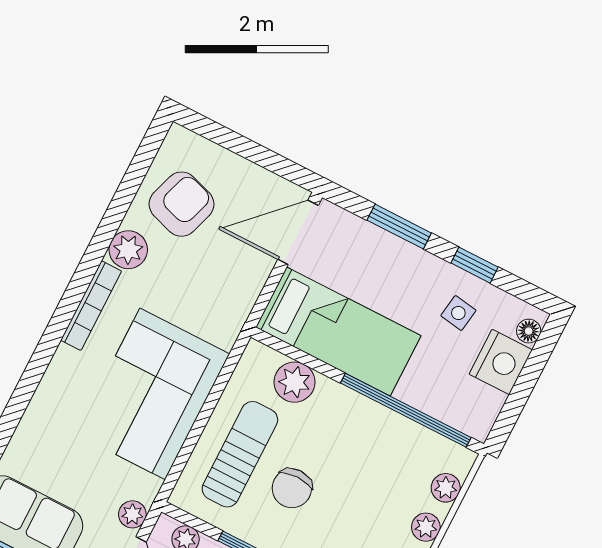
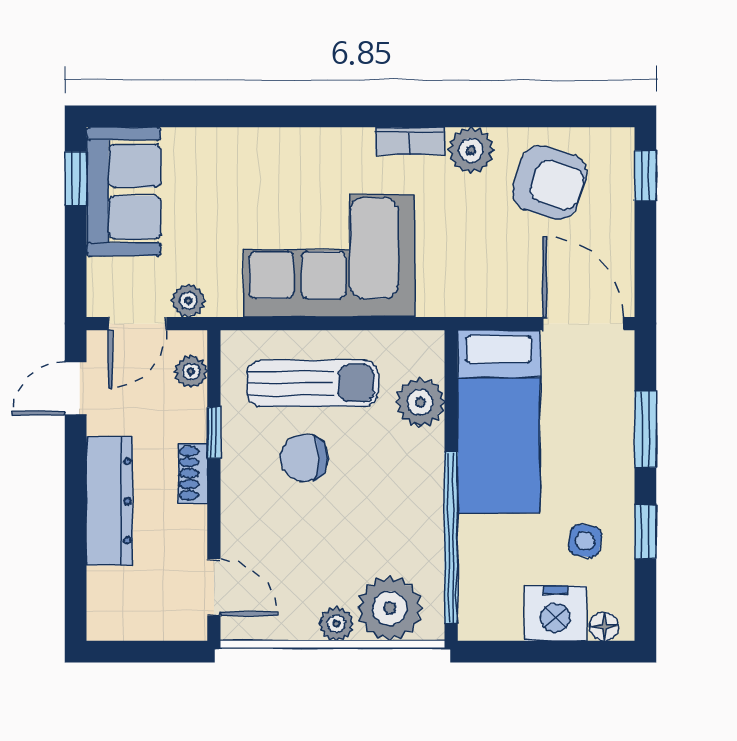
window: (213, 131) -> (645, 176), added
bookcase: (91, 306) -> (410, 141), width x0.64
plant: (446, 488) -> (390, 608), width x1.88, depth x1.88

